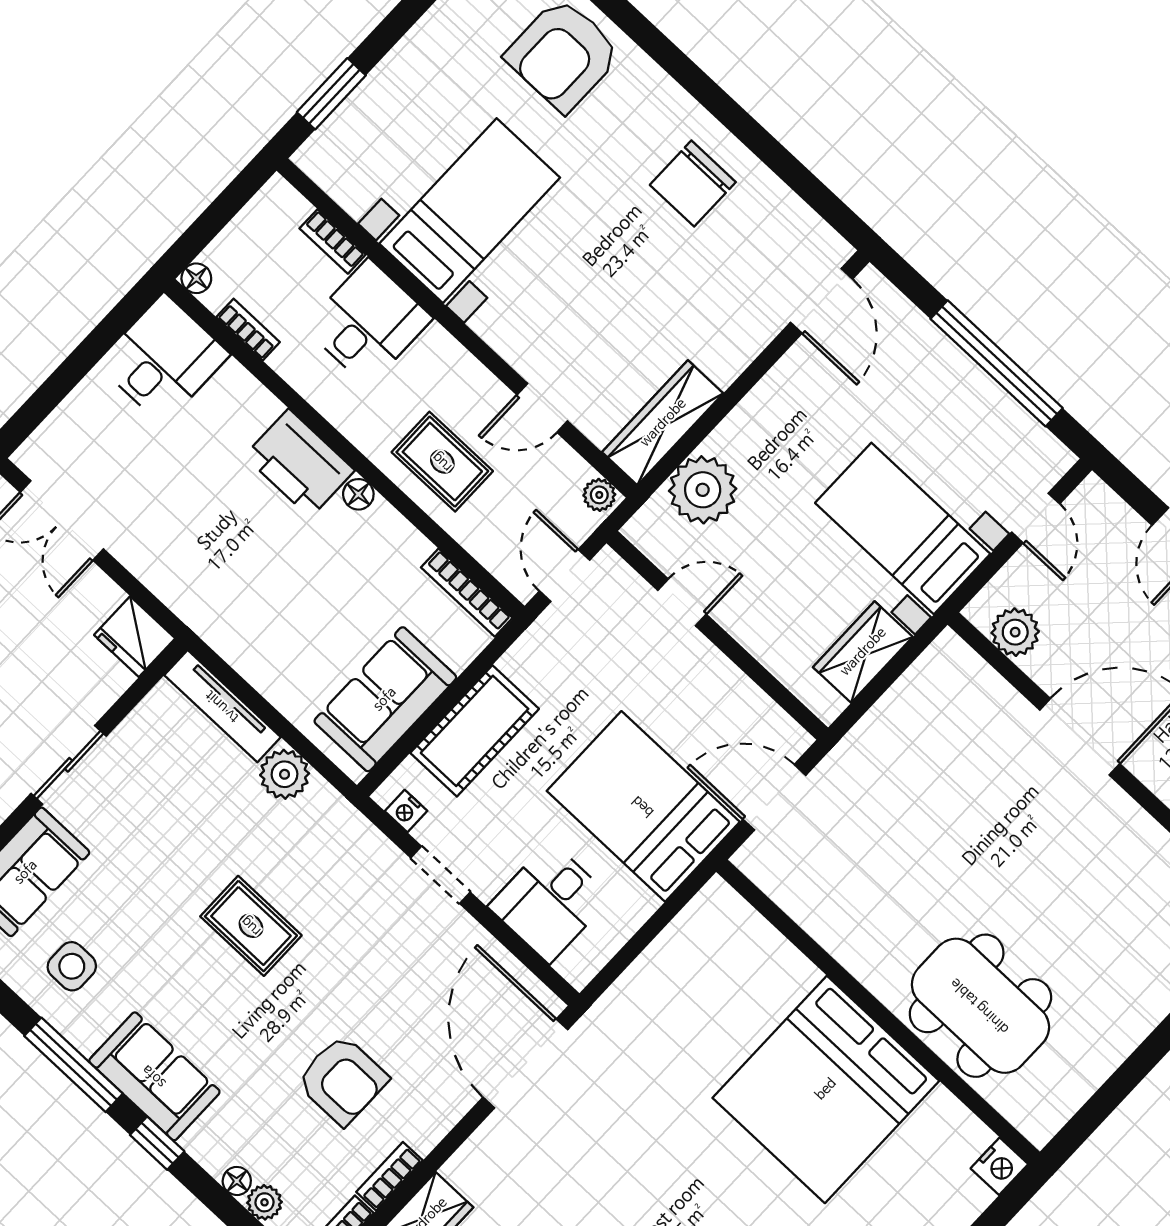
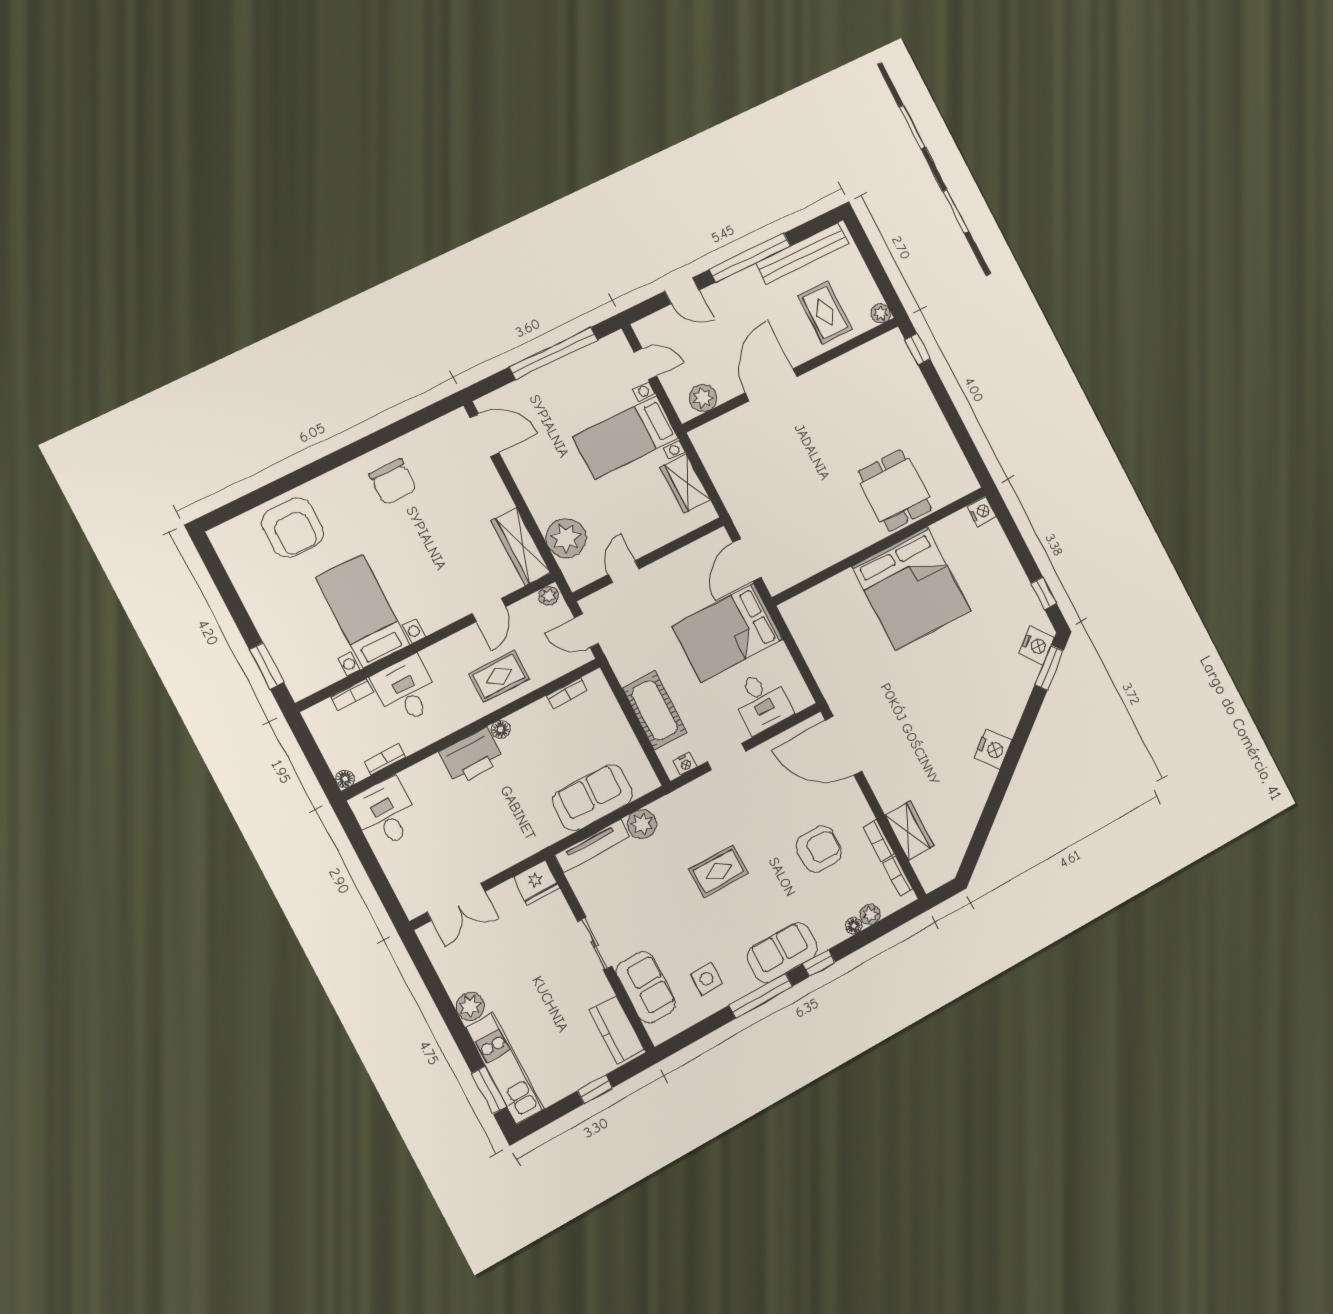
bookcase: (467, 593) -> (567, 693), width x0.64
sofa: (385, 699) -> (593, 798), moved, turned 90
dining table: (980, 1006) -> (895, 490), width x0.73

